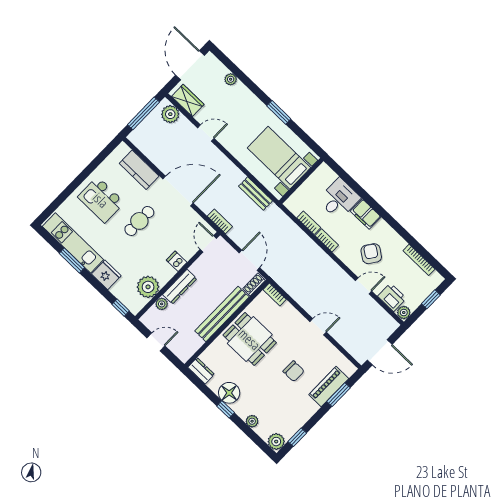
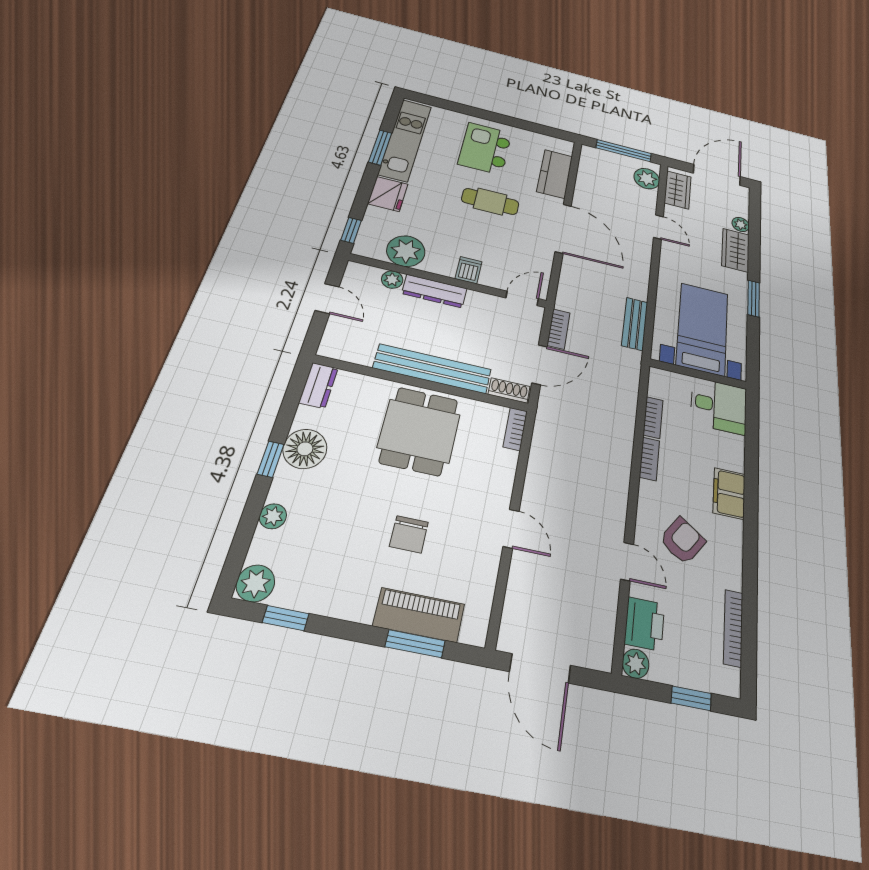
wardrobe: (245, 97) -> (735, 250), added
desk: (339, 199) -> (719, 406), moved
bookcase: (220, 221) -> (559, 329), moved

